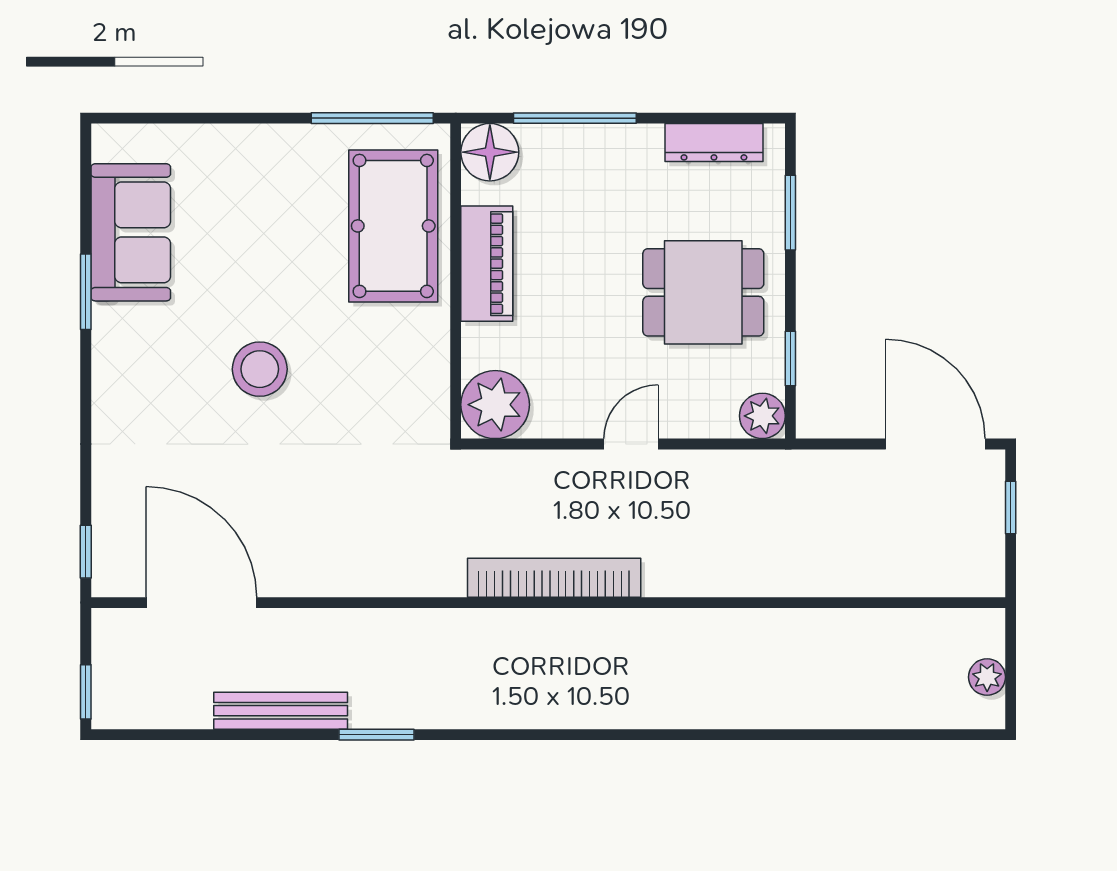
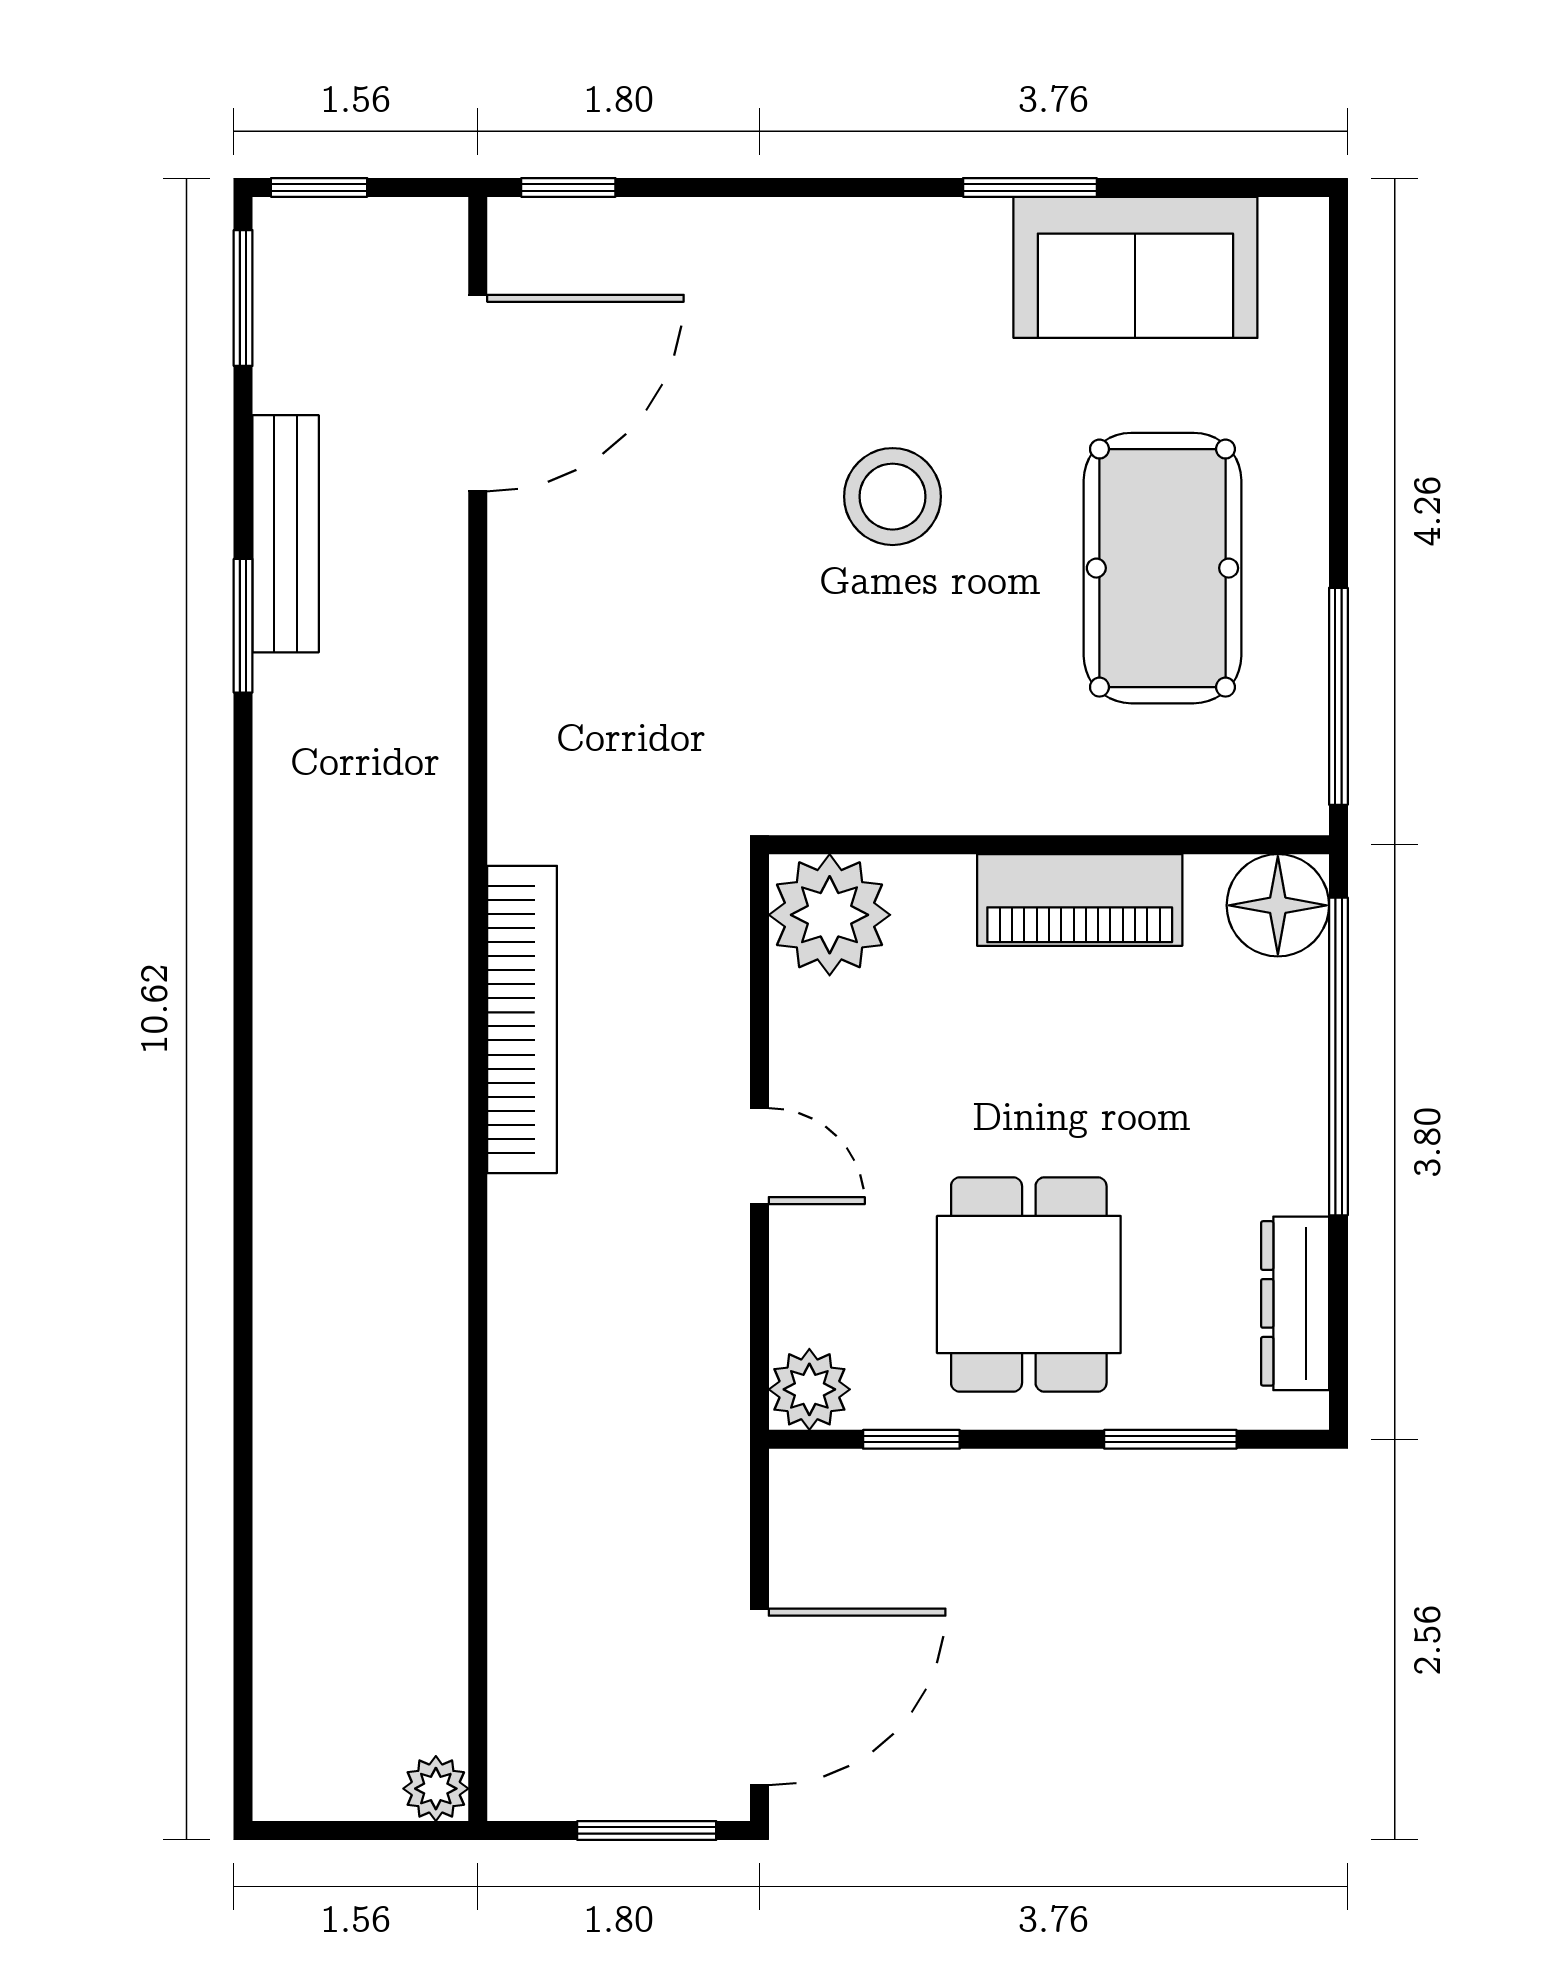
window: (575, 118) -> (1338, 1056), width x1.46
pool table: (393, 226) -> (1162, 568), moved, turned 90
window: (1011, 508) -> (647, 1831), width x1.50
plant: (987, 677) -> (436, 1789), moved
window: (148, 735) -> (243, 298), added
window: (377, 735) -> (243, 626), moved

